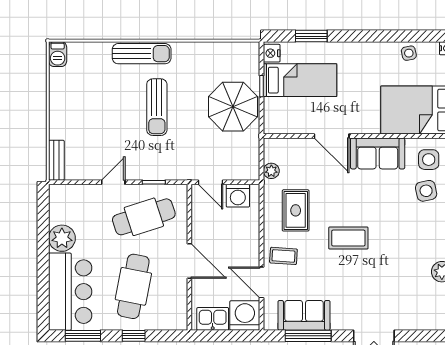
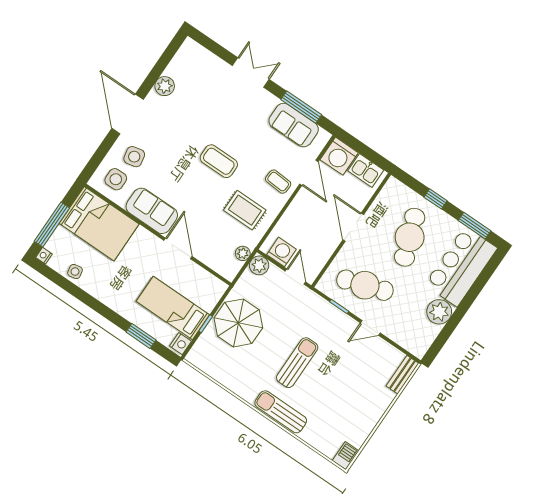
plant: (250, 170) -> (259, 265), added
rug: (296, 210) -> (245, 210), turned 90
cafe table: (133, 286) -> (410, 237), turned -31

